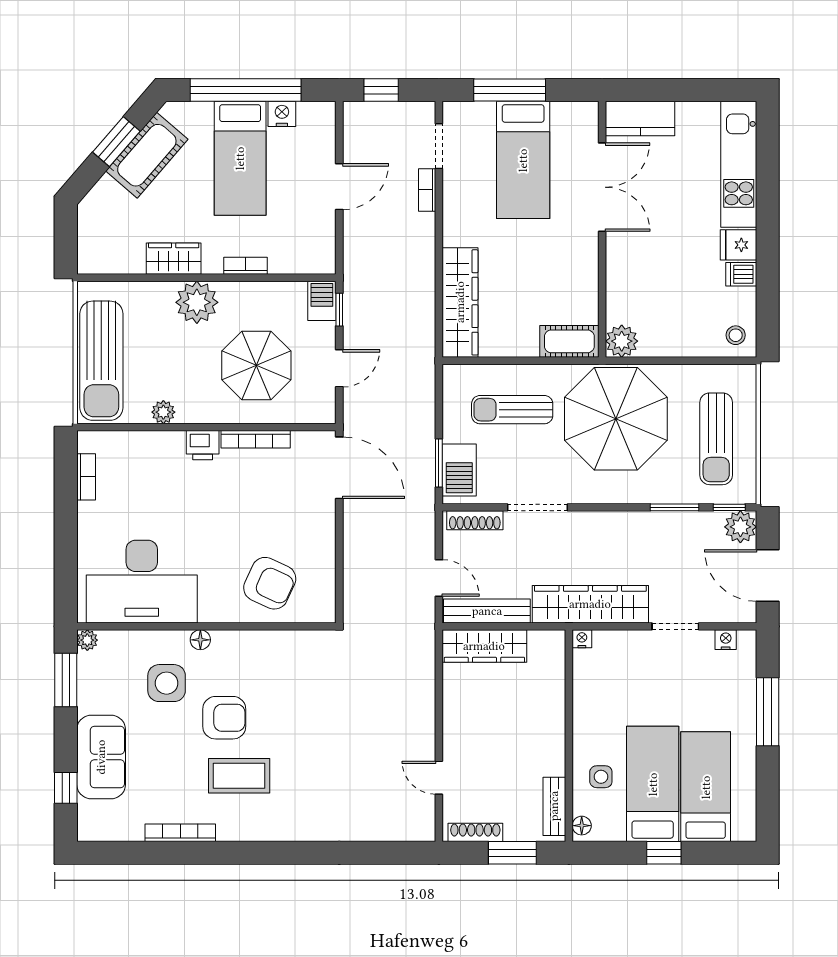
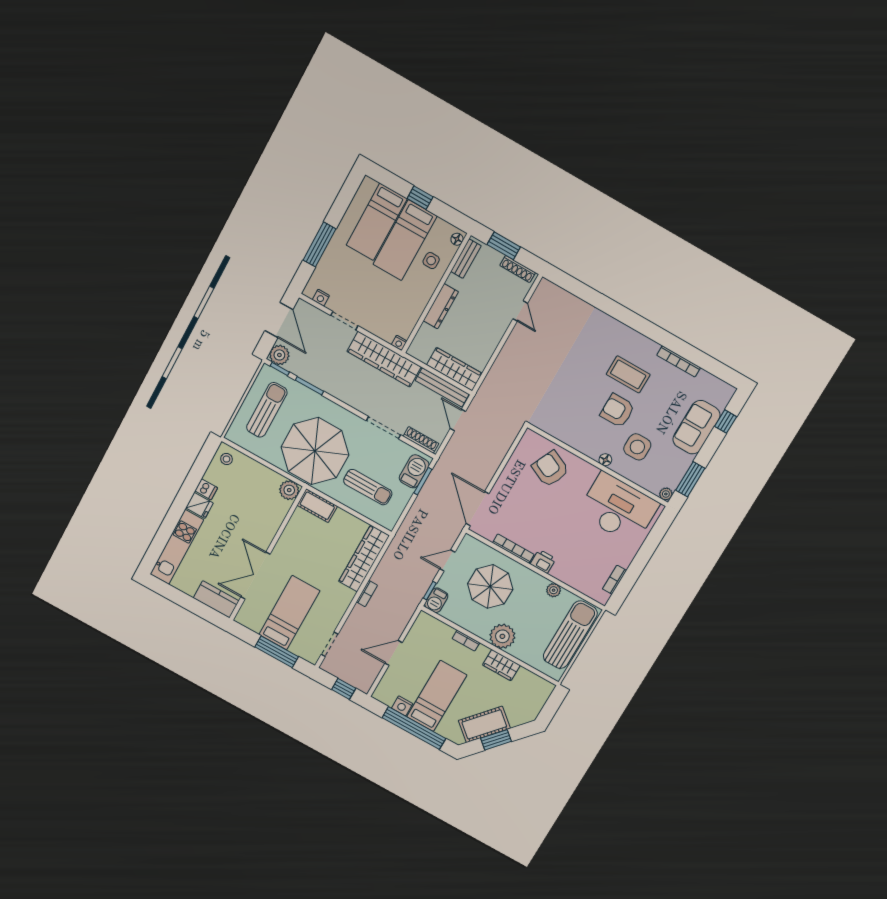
bookcase: (427, 190) -> (367, 594), moved
dresser: (552, 722) -> (441, 306), added

